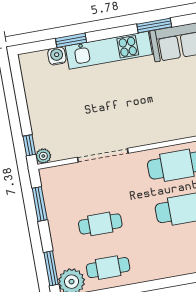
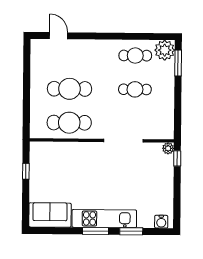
window: (154, 25) -> (95, 231), moved
water cooler: (57, 56) -> (161, 222), moved
window: (40, 204) -> (178, 113), removed

